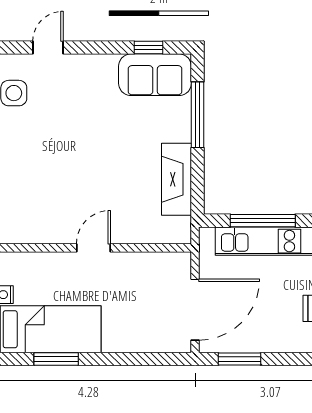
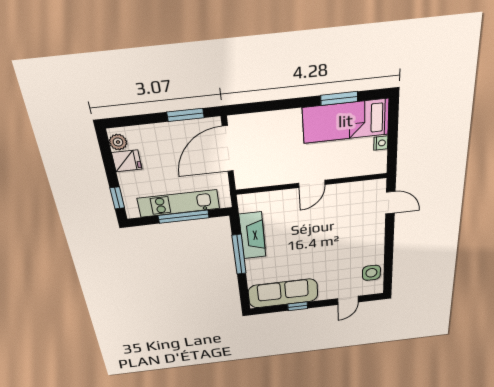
window: (148, 48) -> (298, 306), moved
sofa: (155, 75) -> (283, 293), width x1.36
window: (198, 115) -> (239, 255), moved

